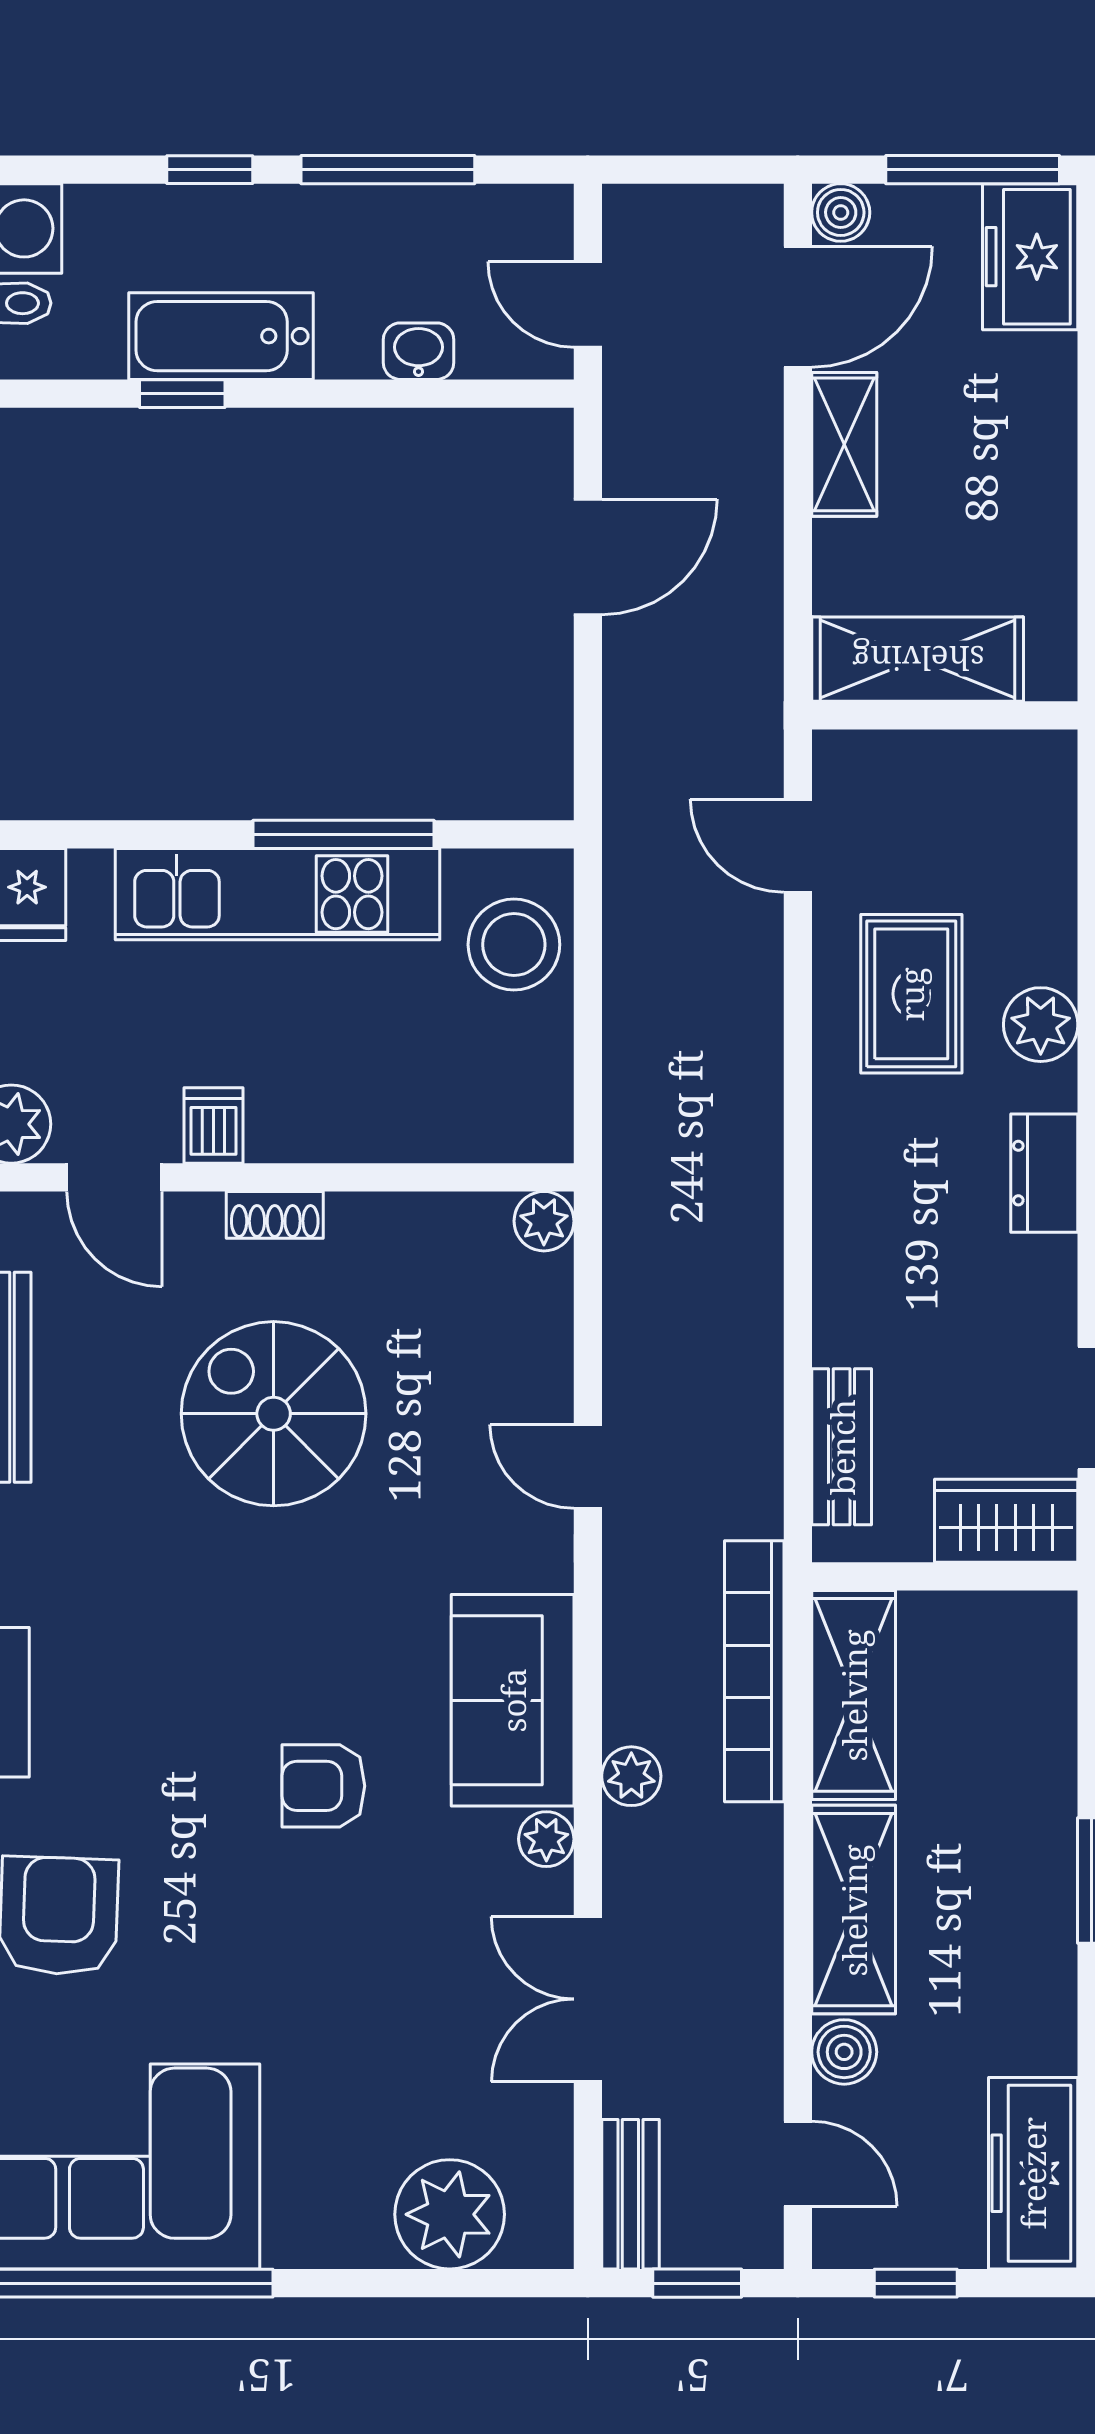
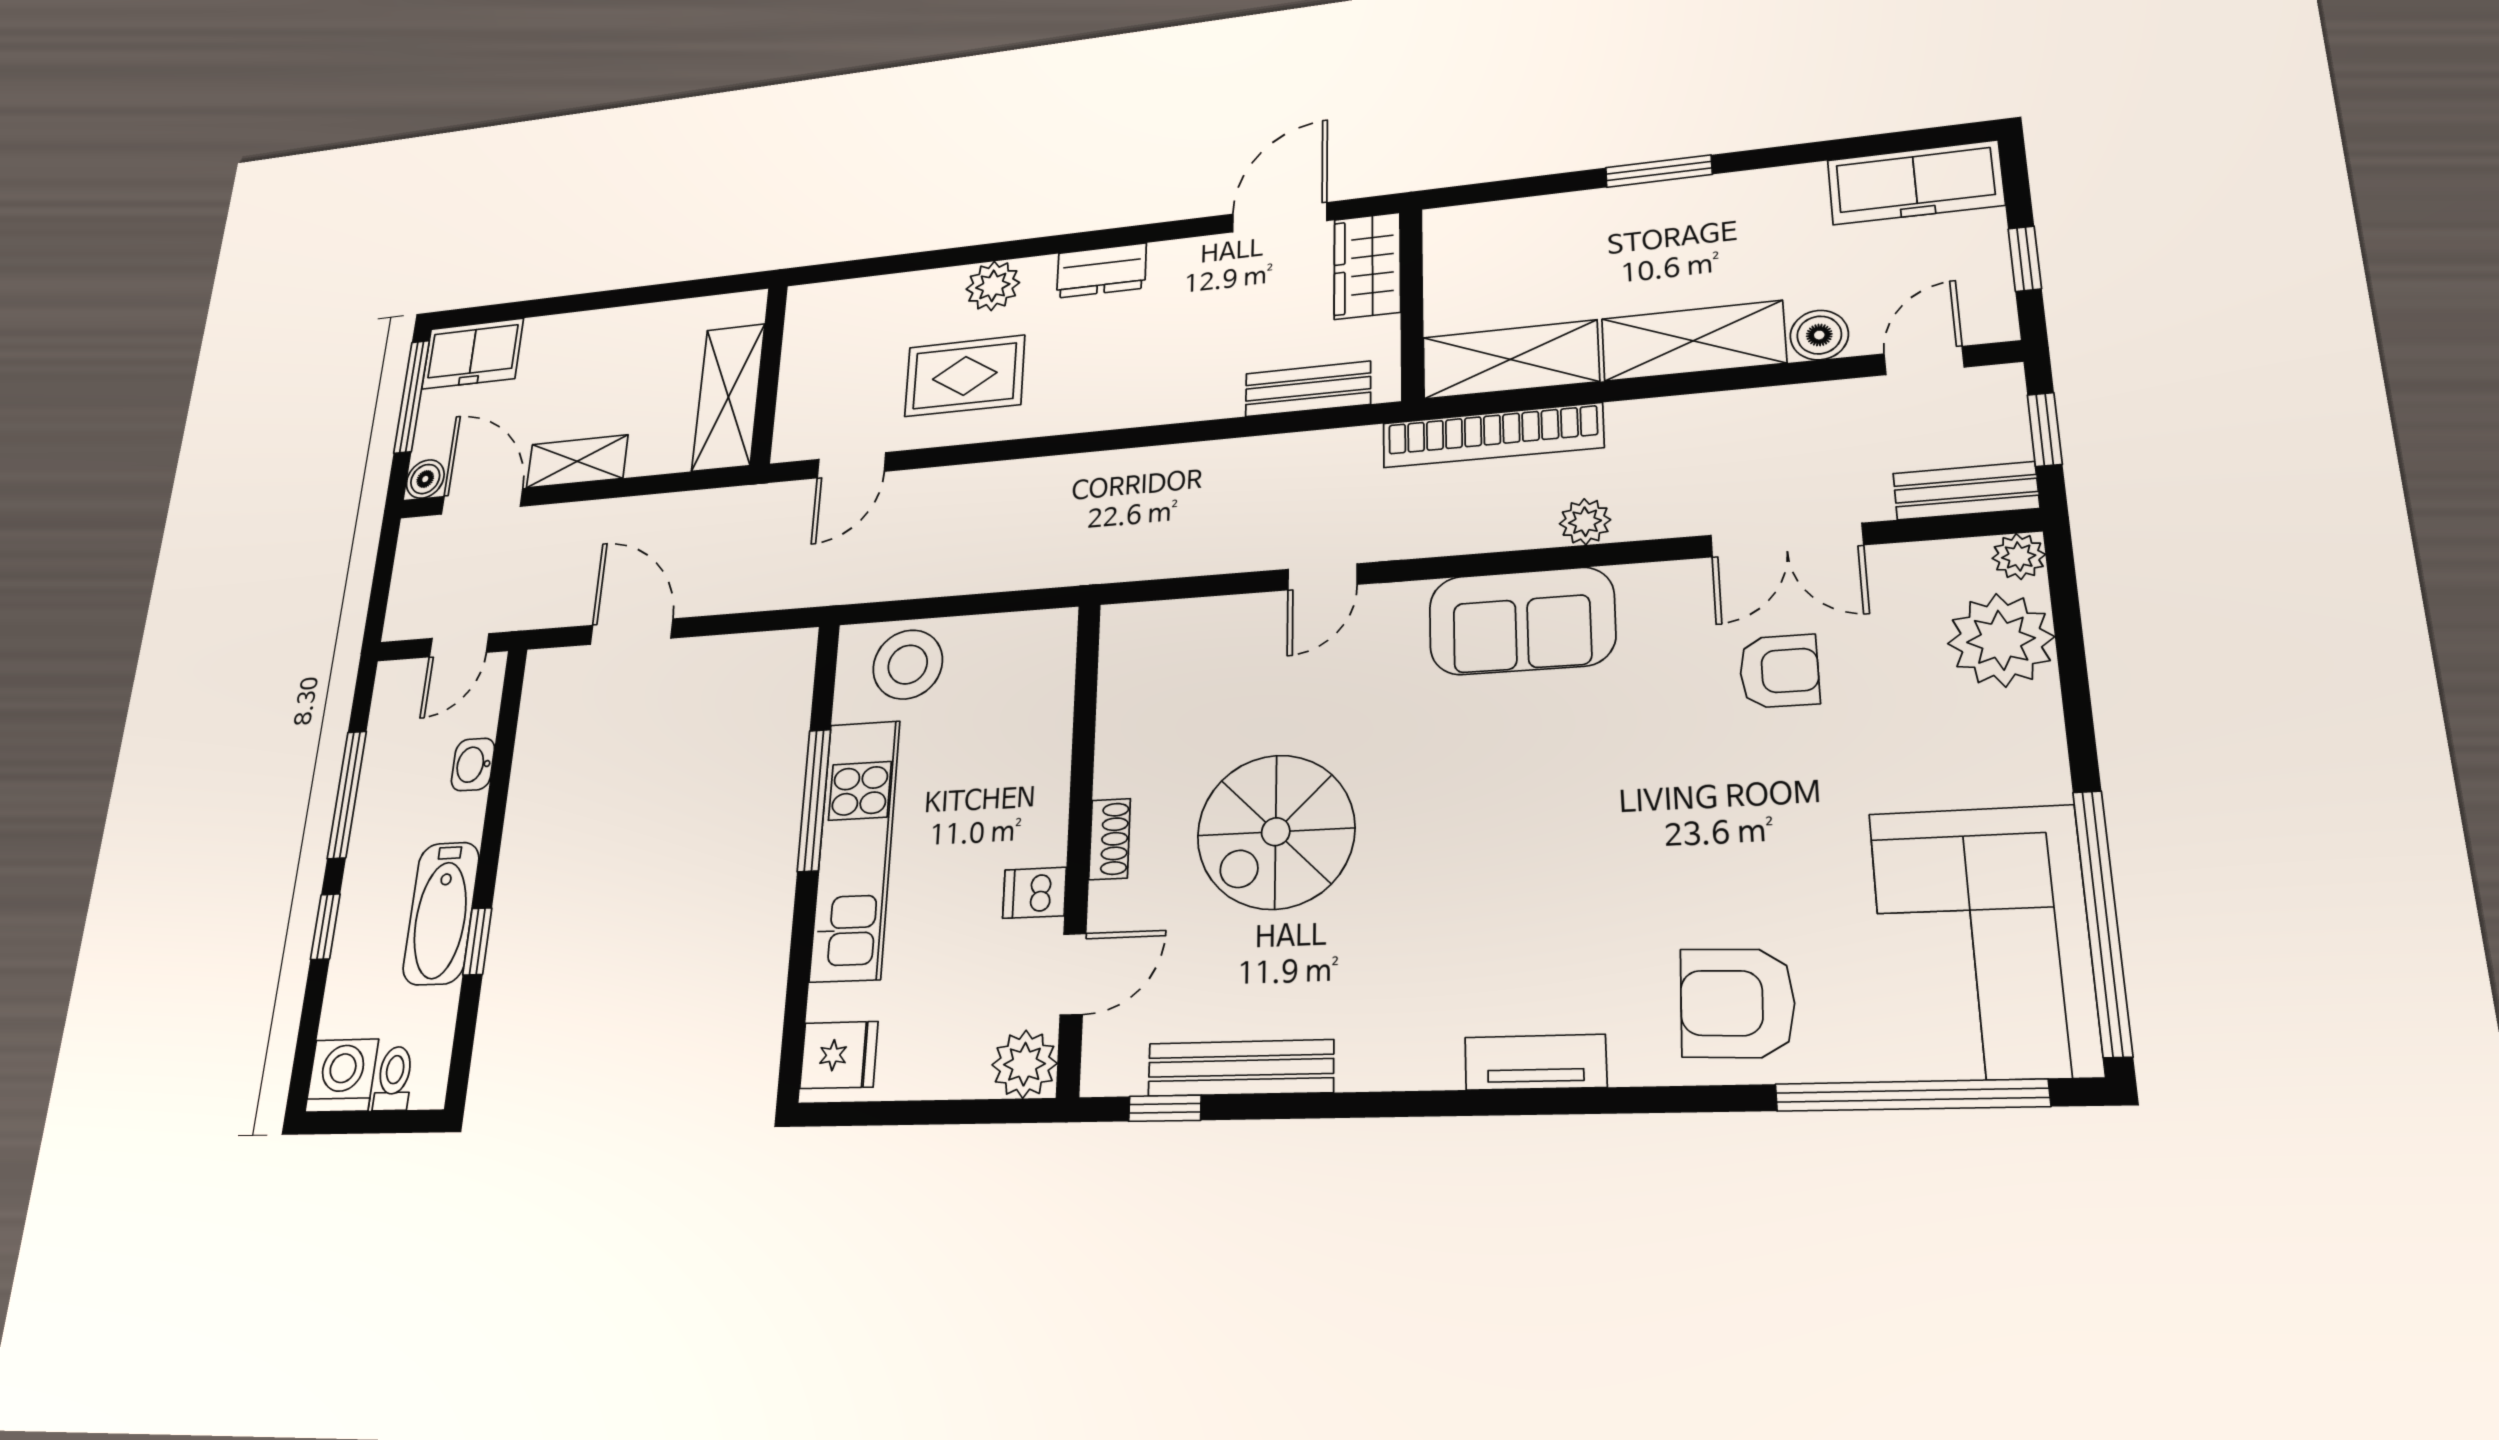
plant: (544, 1221) -> (1123, 626), removed
armchair: (323, 1786) -> (1779, 671), moved, turned -90
plant: (546, 1839) -> (2019, 556), moved

